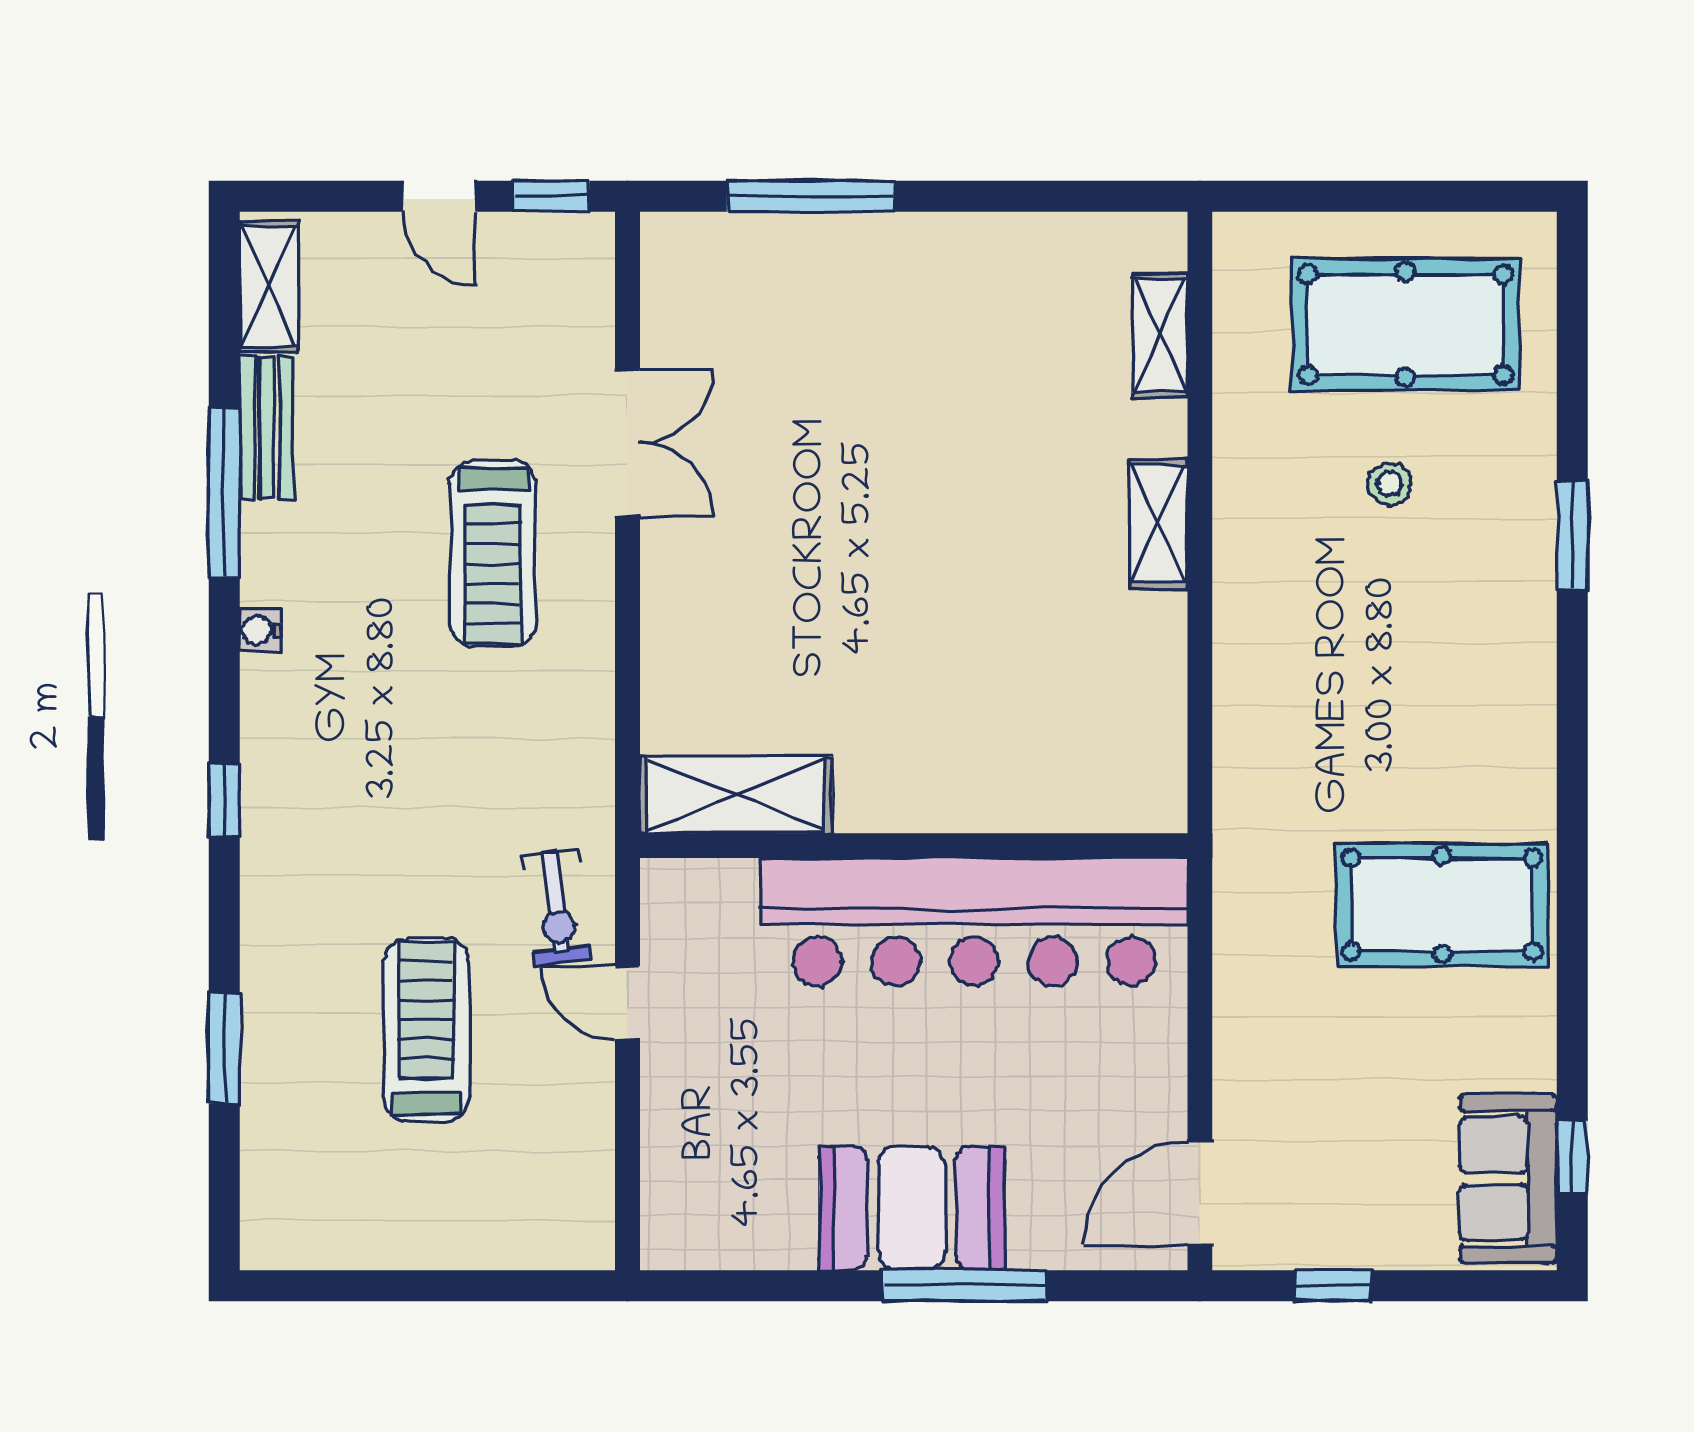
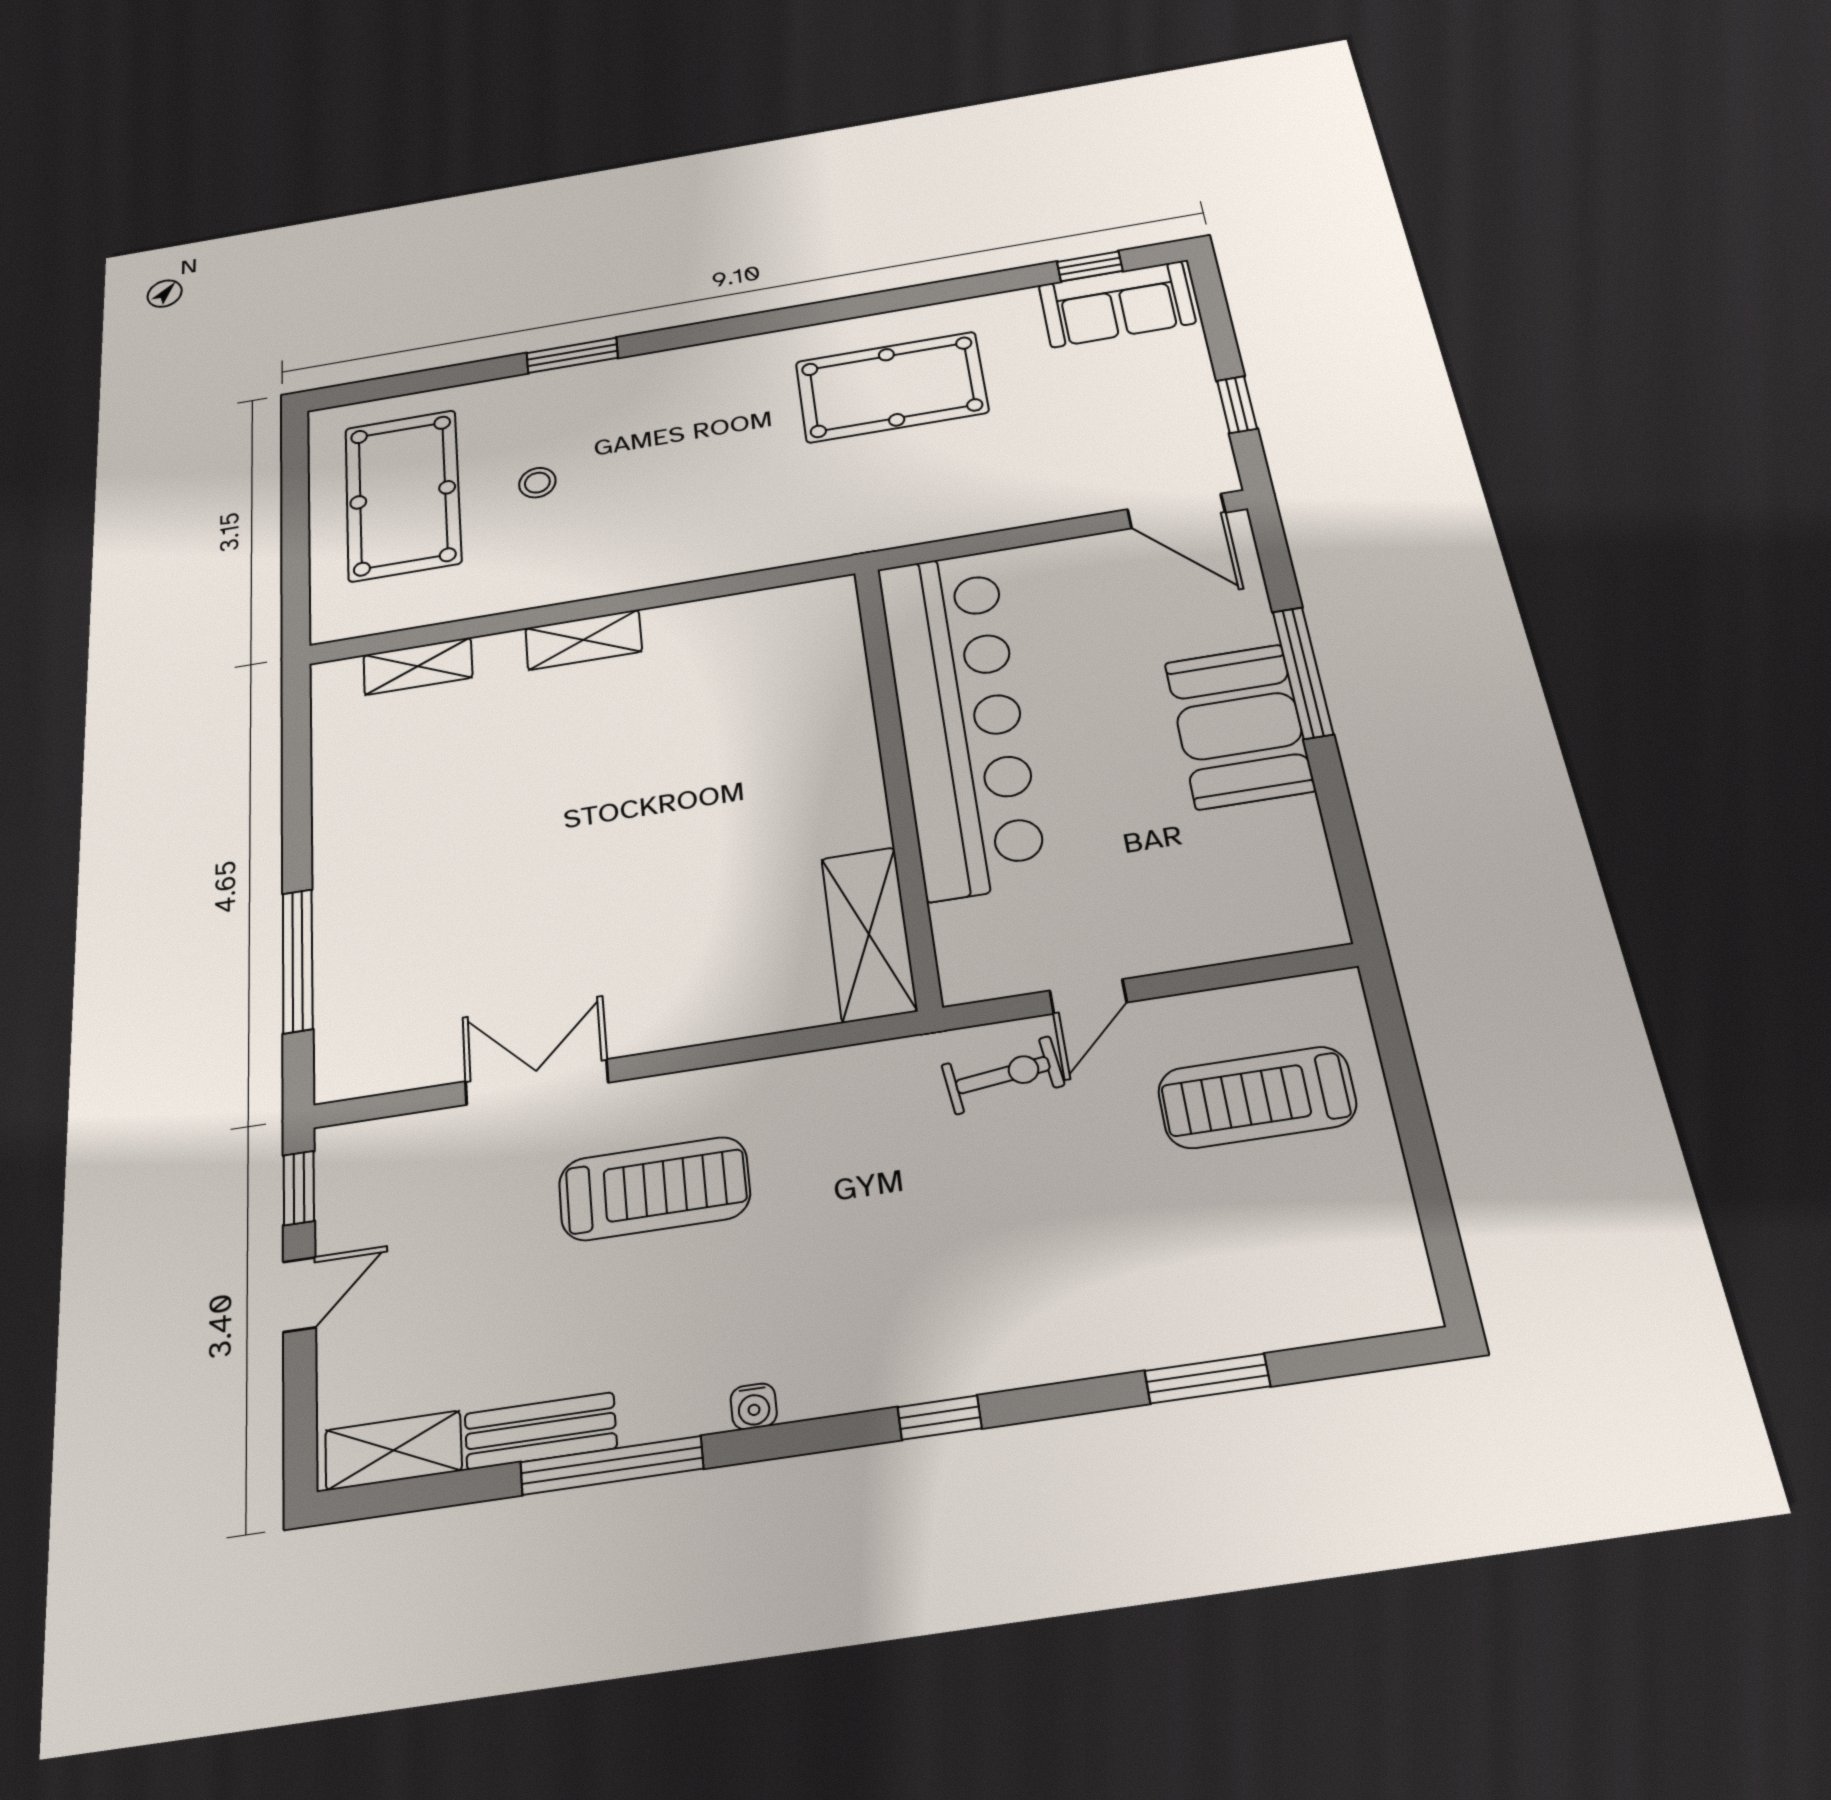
pool table: (1442, 905) -> (891, 387), turned 90
treadmill: (426, 1030) -> (1257, 1097), moved

